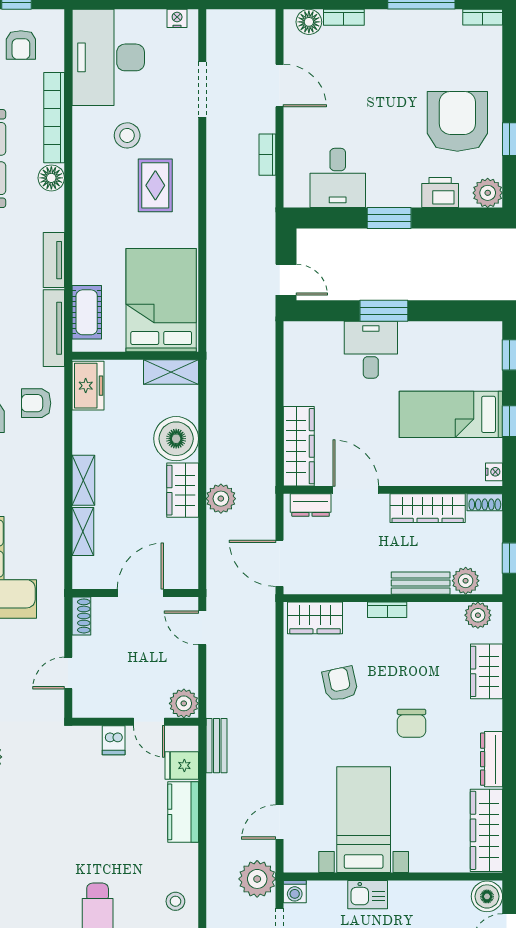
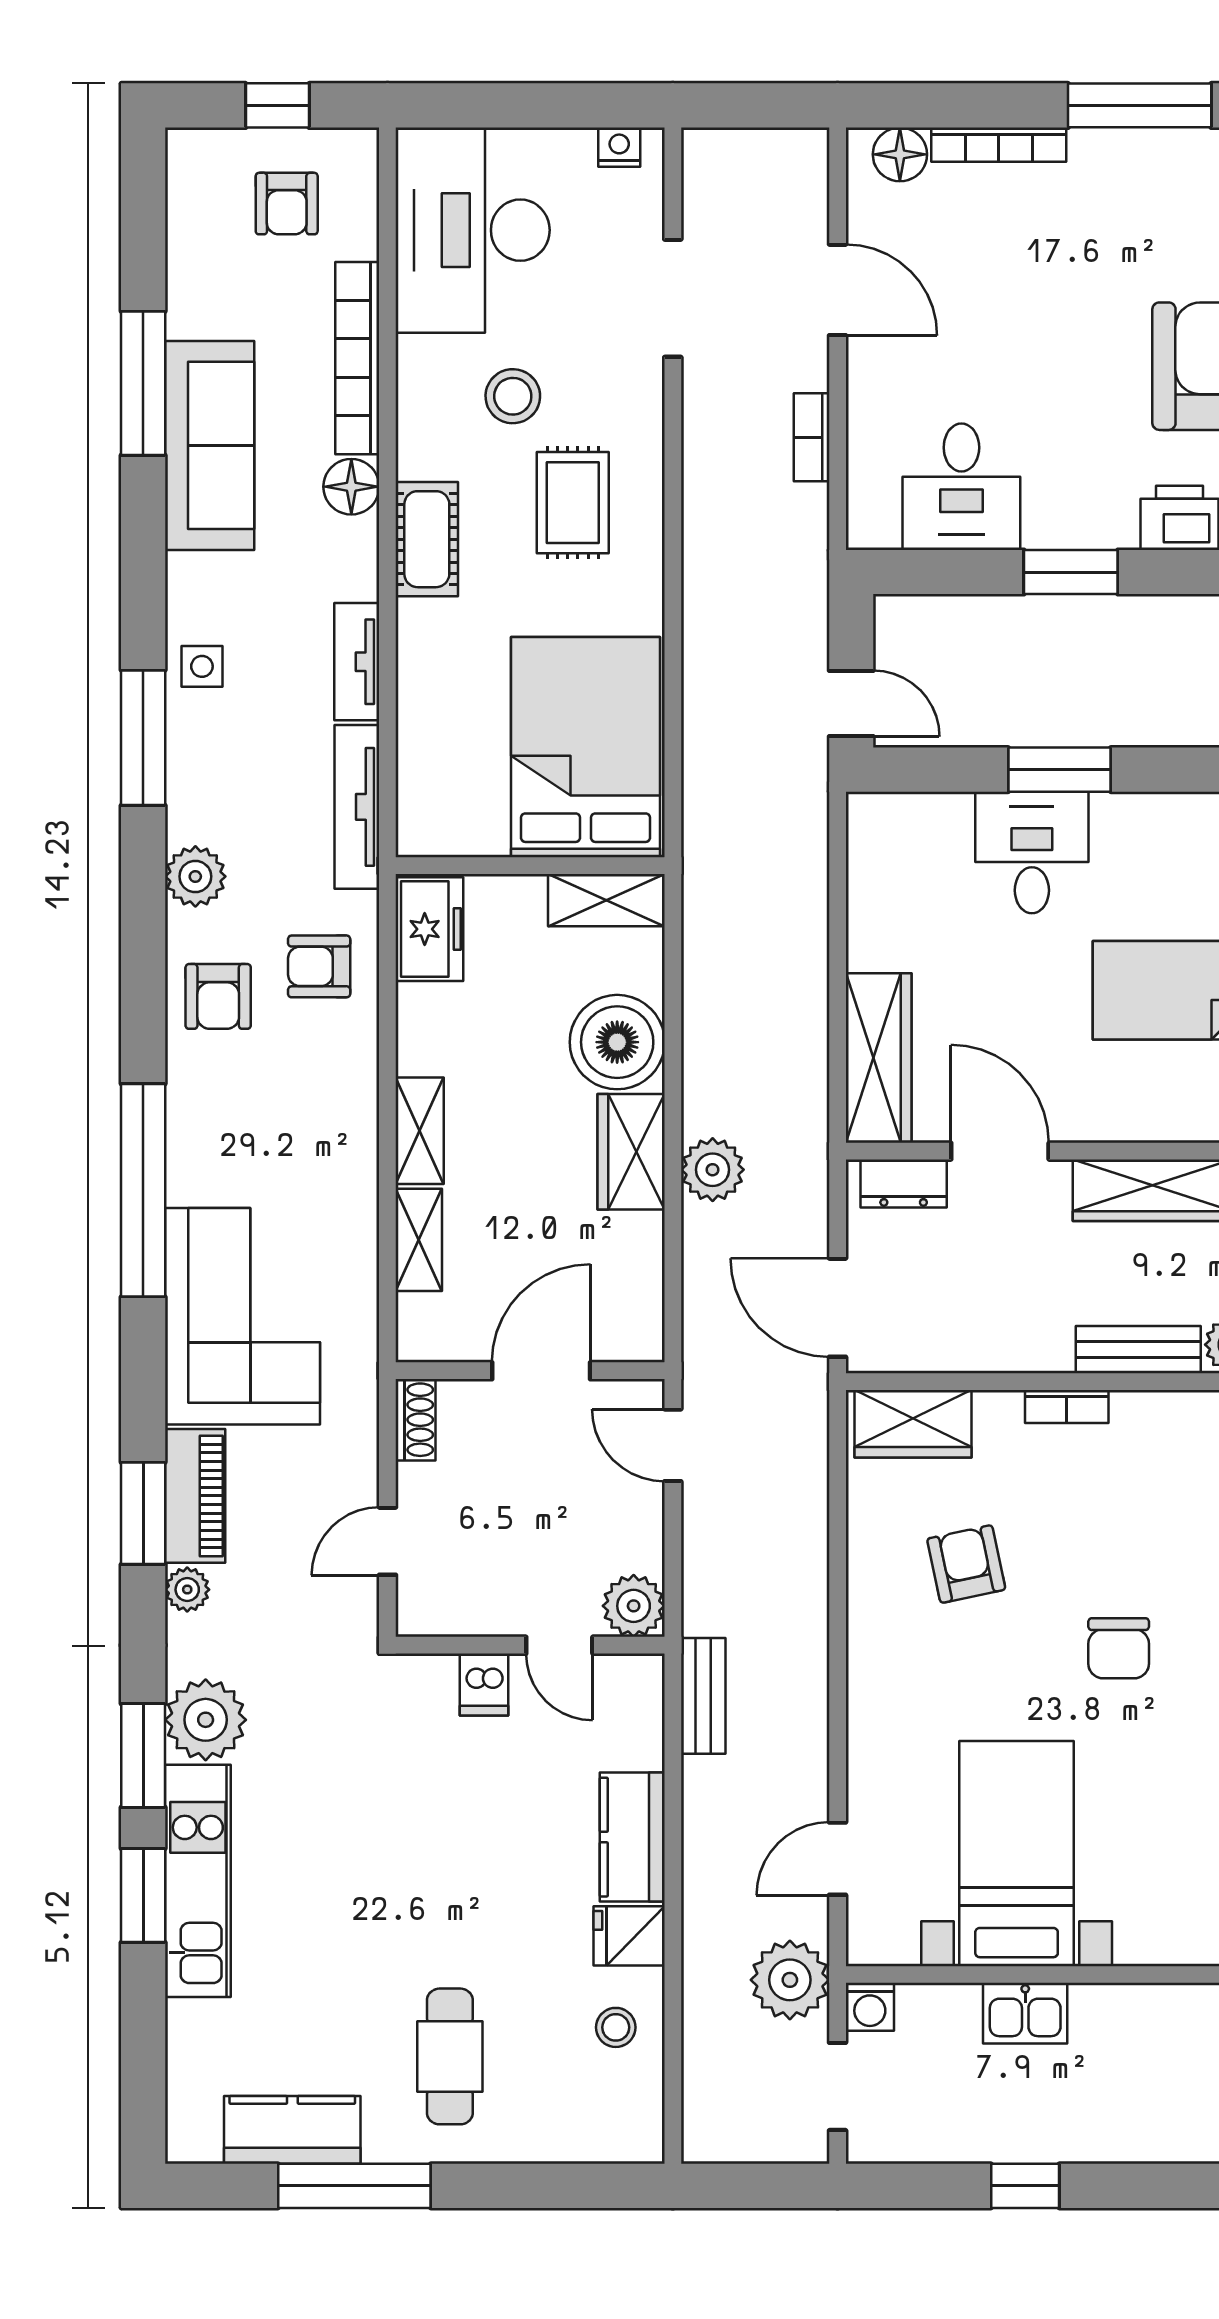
bookcase: (344, 17) -> (999, 145), width x1.56
cot: (87, 312) -> (427, 539), moved
fridge: (182, 765) -> (629, 1936), moved

